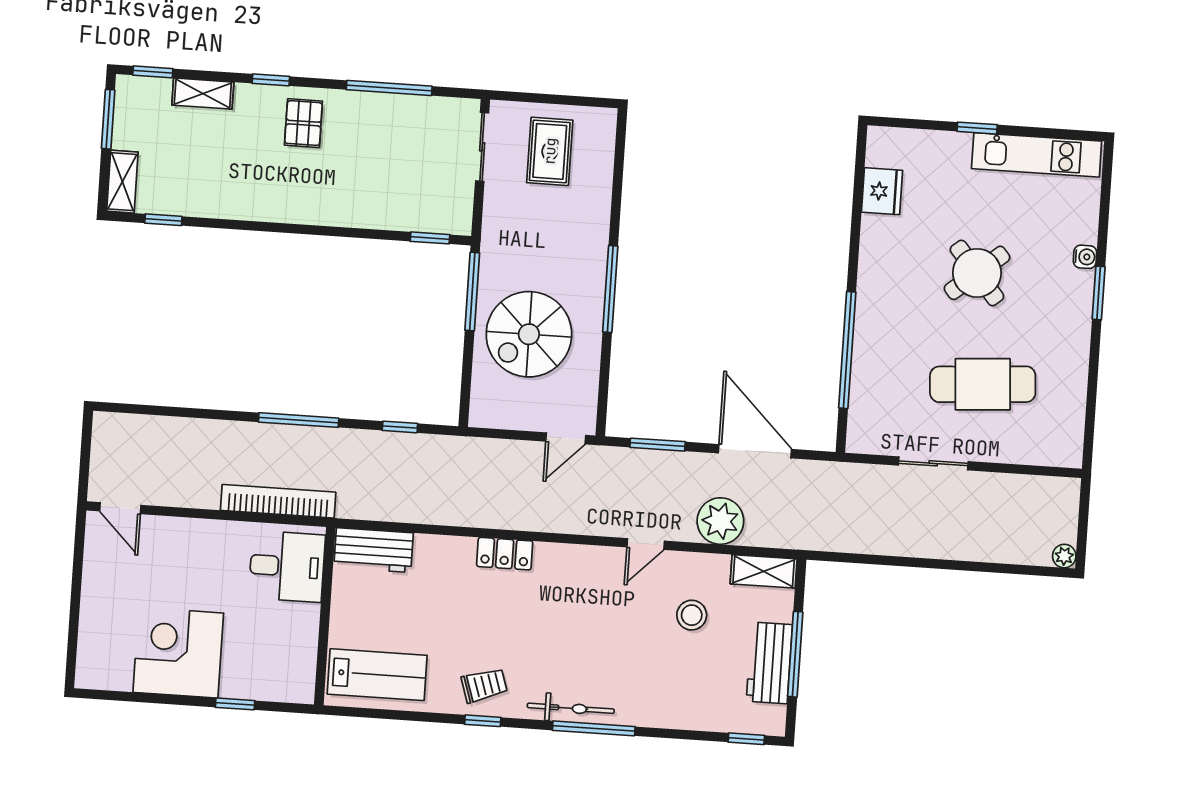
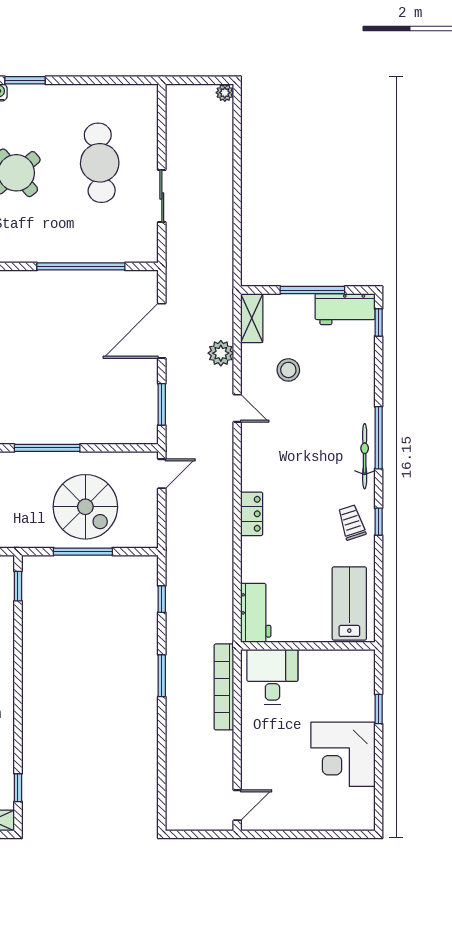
window: (472, 292) -> (83, 552), moved
window: (299, 420) -> (162, 676), width x0.69
door: (566, 438) -> (162, 474), hinge flipped
plant: (720, 521) -> (221, 353), width x0.73, depth x0.73
workbench: (769, 663) -> (345, 309), moved

